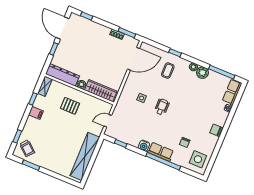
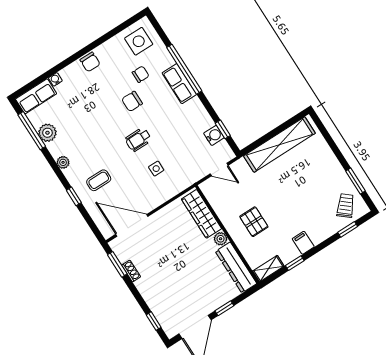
plant: (202, 73) -> (47, 133), moved
chair: (179, 125) -> (132, 101), added
water cooler: (144, 146) -> (214, 135), moved

